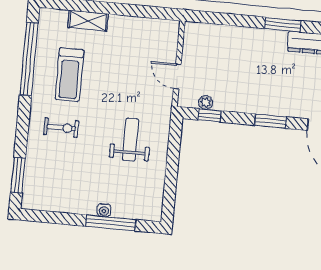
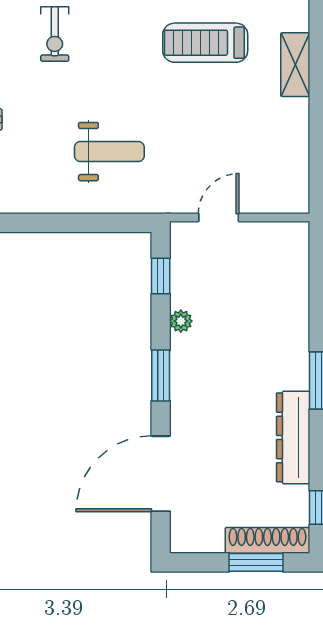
plant: (206, 102) -> (181, 321), moved
exercise bike: (61, 128) -> (55, 34), moved

